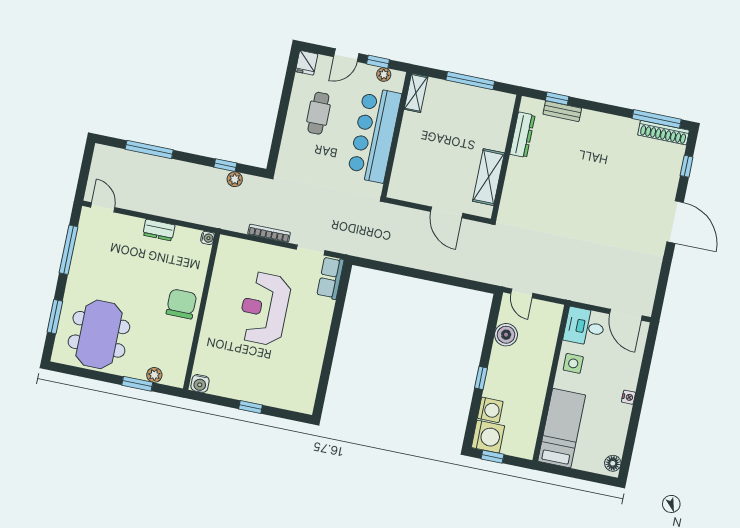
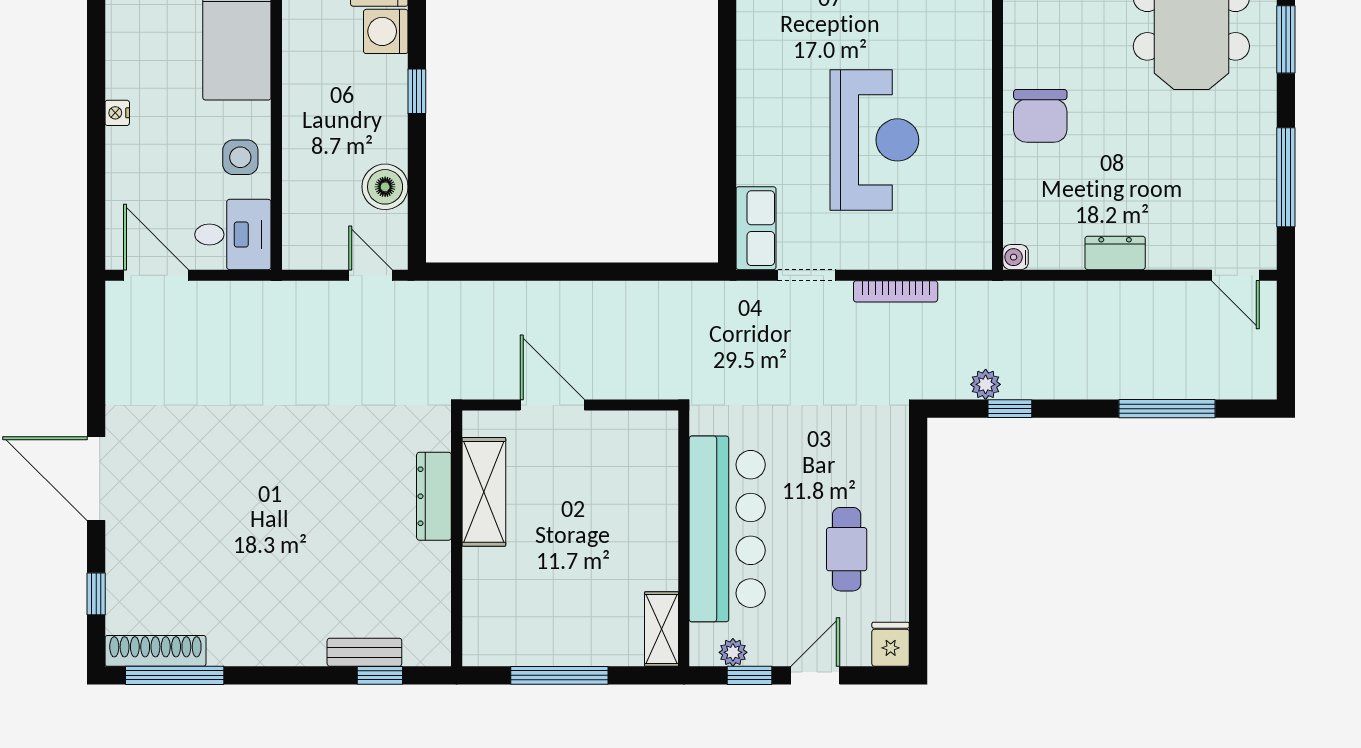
dresser: (522, 135) -> (434, 496), moved

